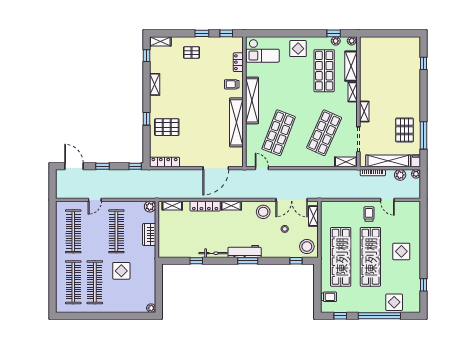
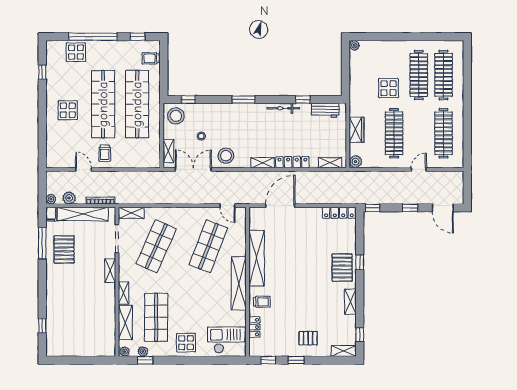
pallet: (167, 127) -> (342, 268), moved, turned 90
workbench: (245, 251) -> (325, 110), moved, width x0.73

